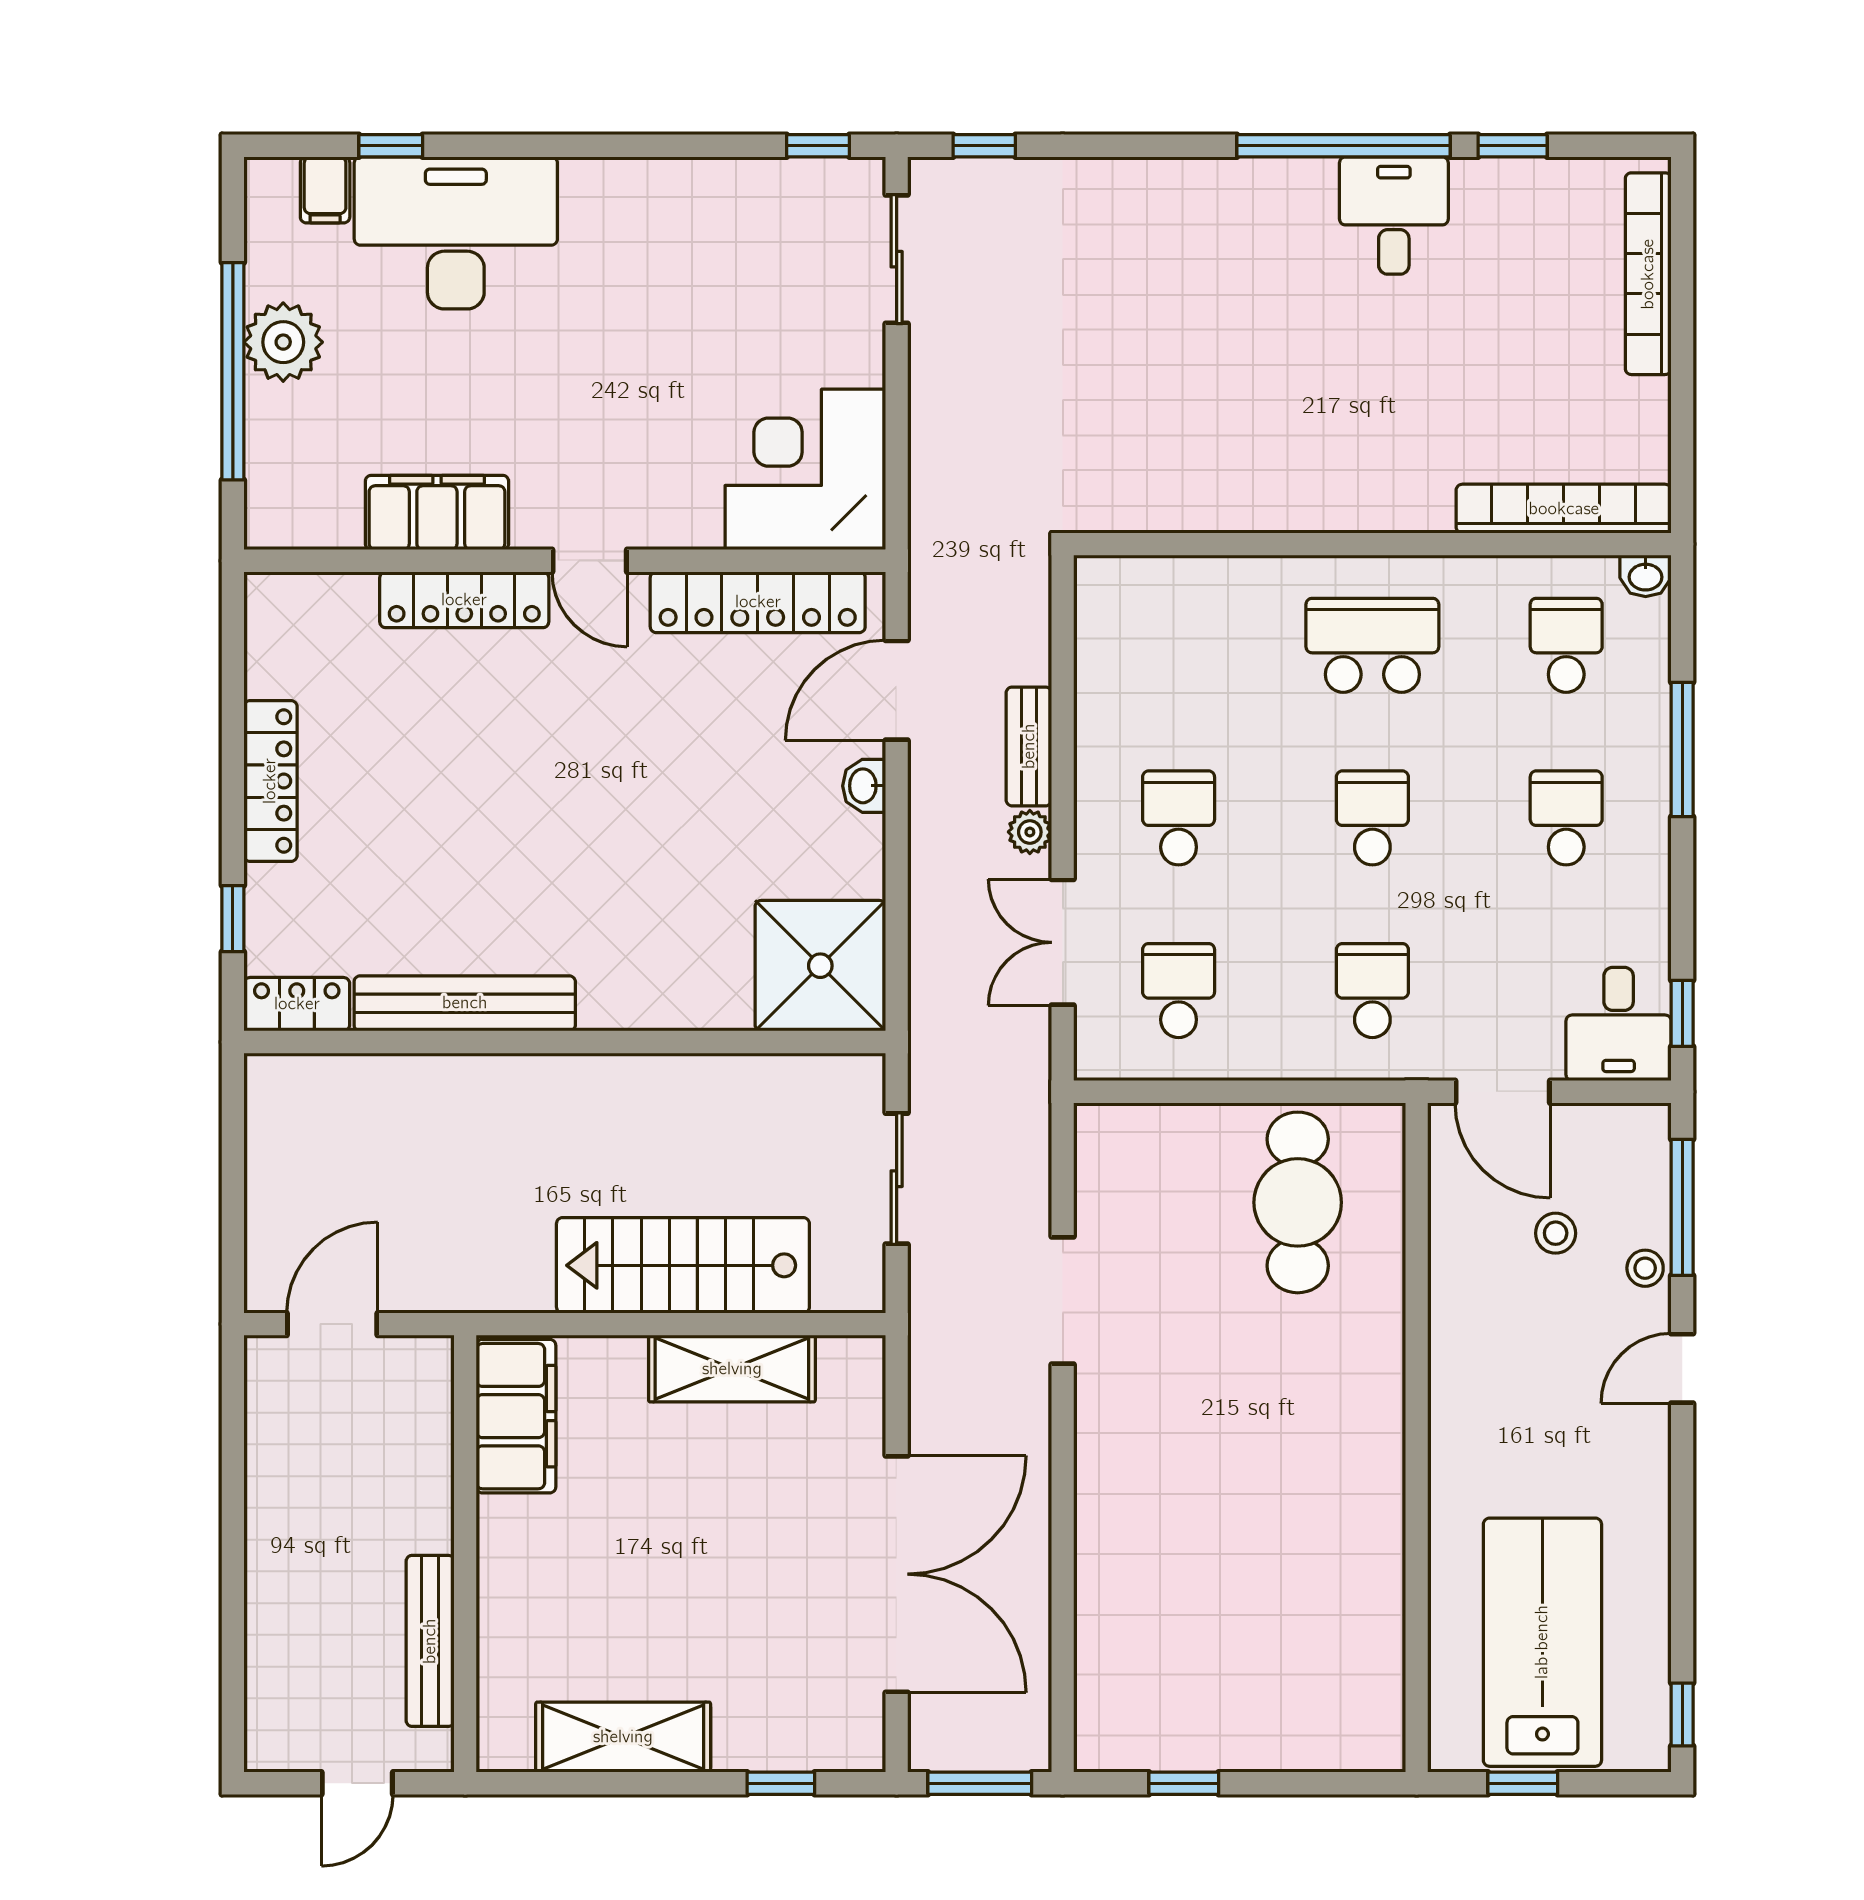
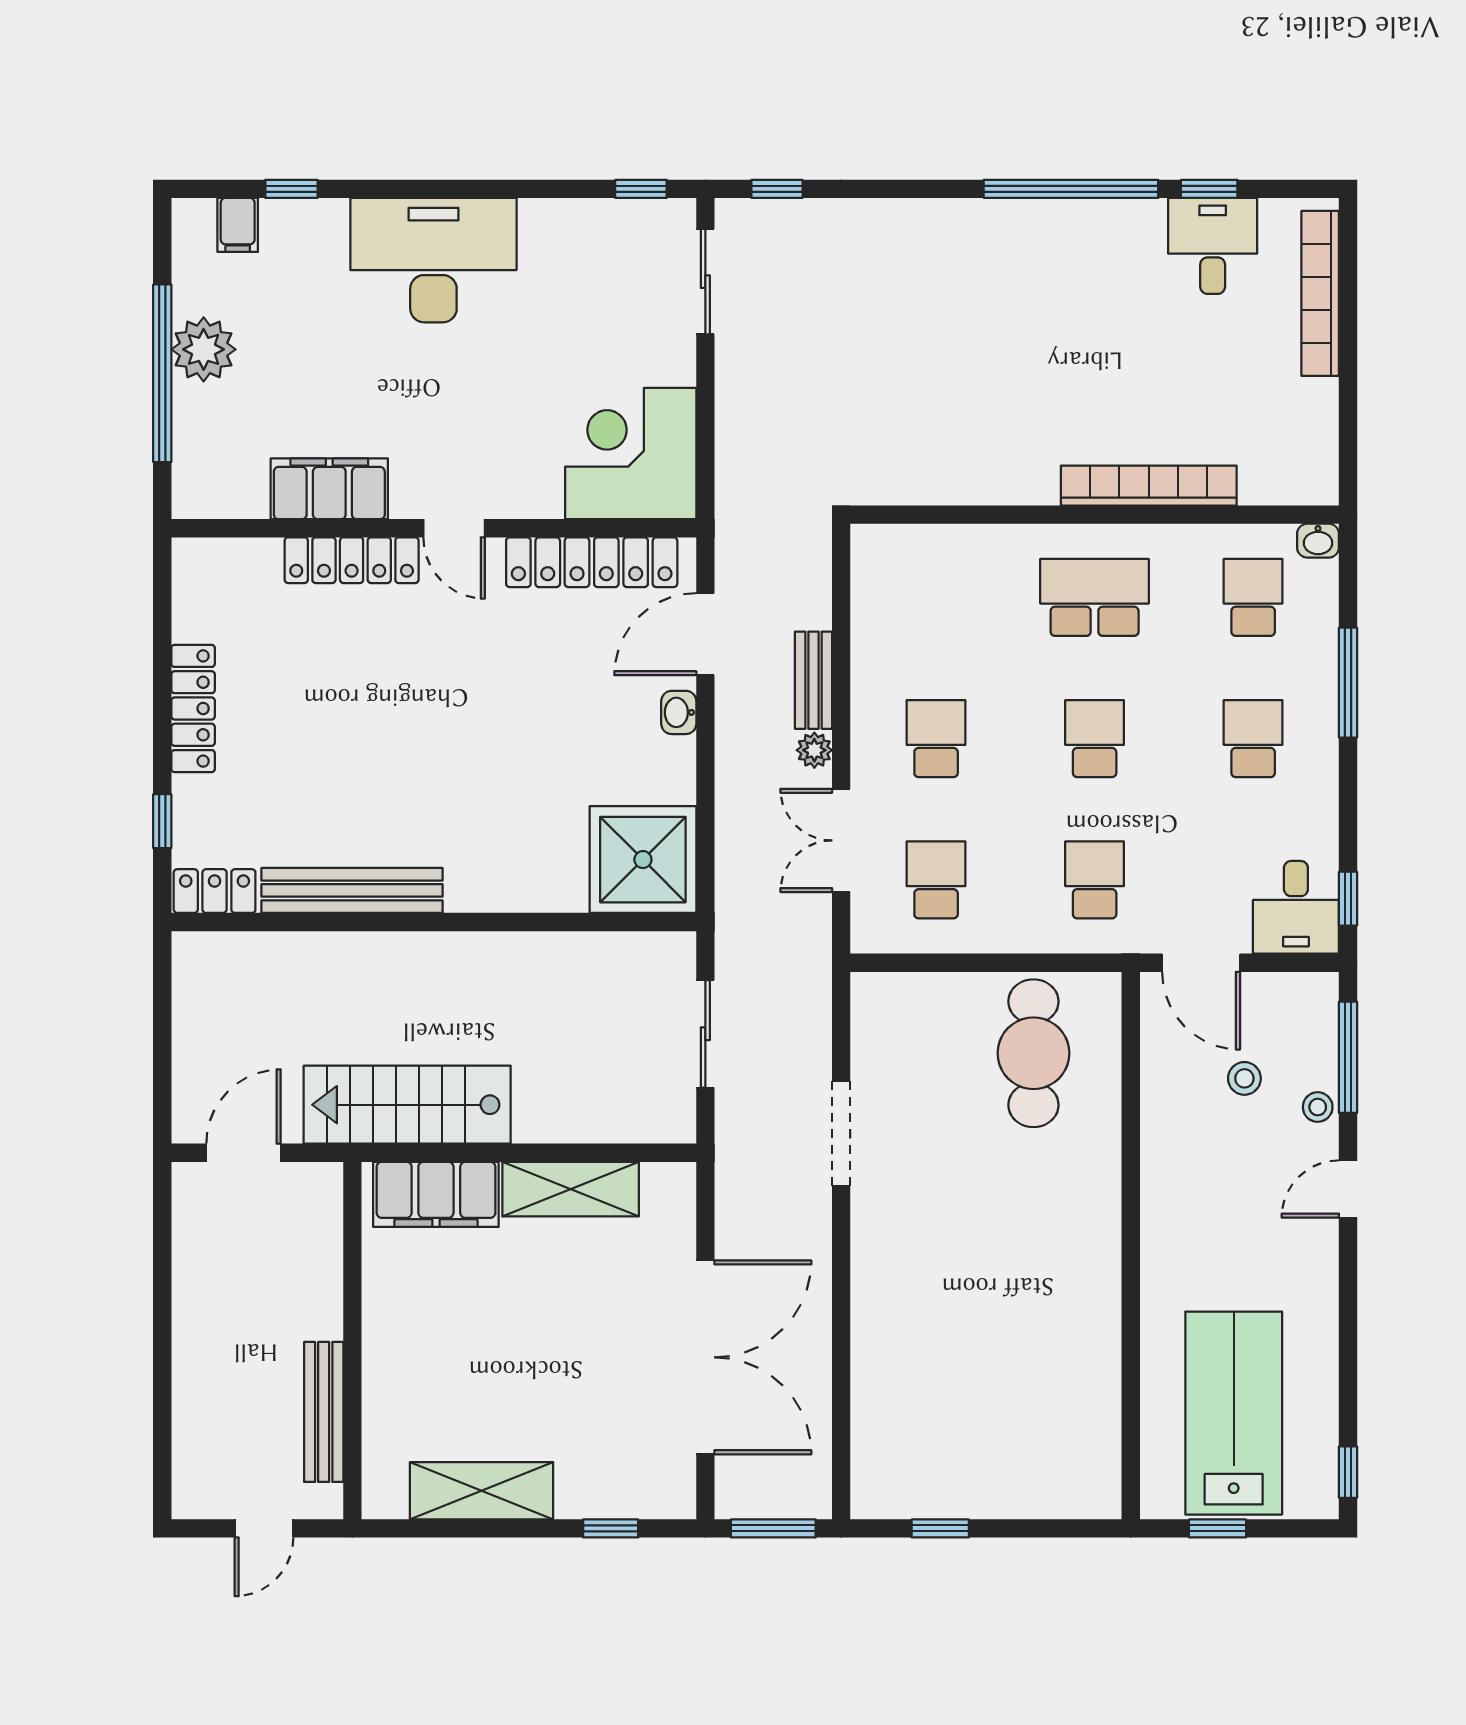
desk: (1394, 216) -> (1213, 246), moved
desk: (456, 233) -> (433, 260), moved
bookcase: (1564, 509) -> (1149, 486), moved
stairs: (683, 1265) -> (407, 1105), moved
filing cabinet: (516, 1416) -> (436, 1194), moved, turned 90

